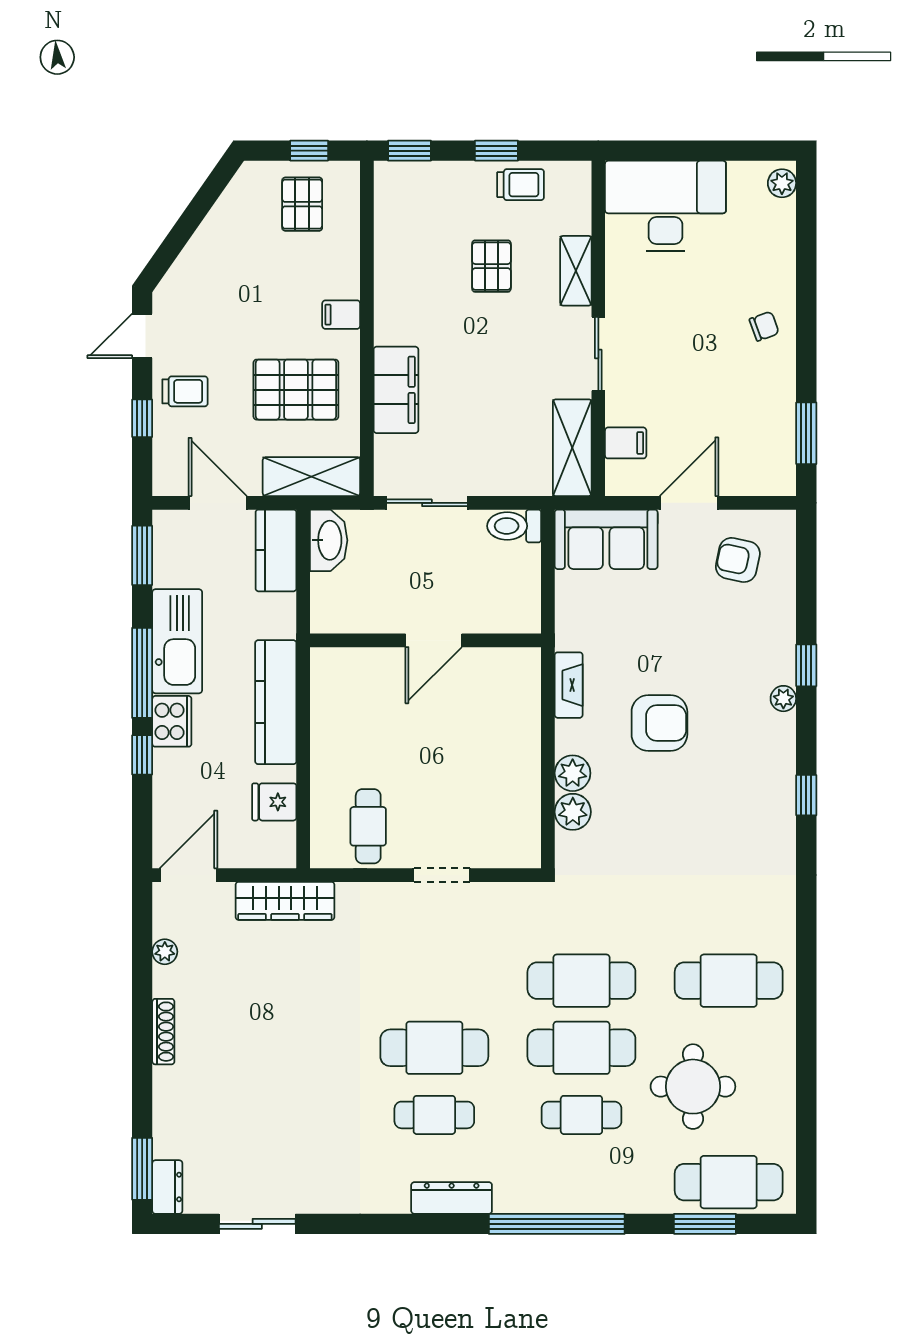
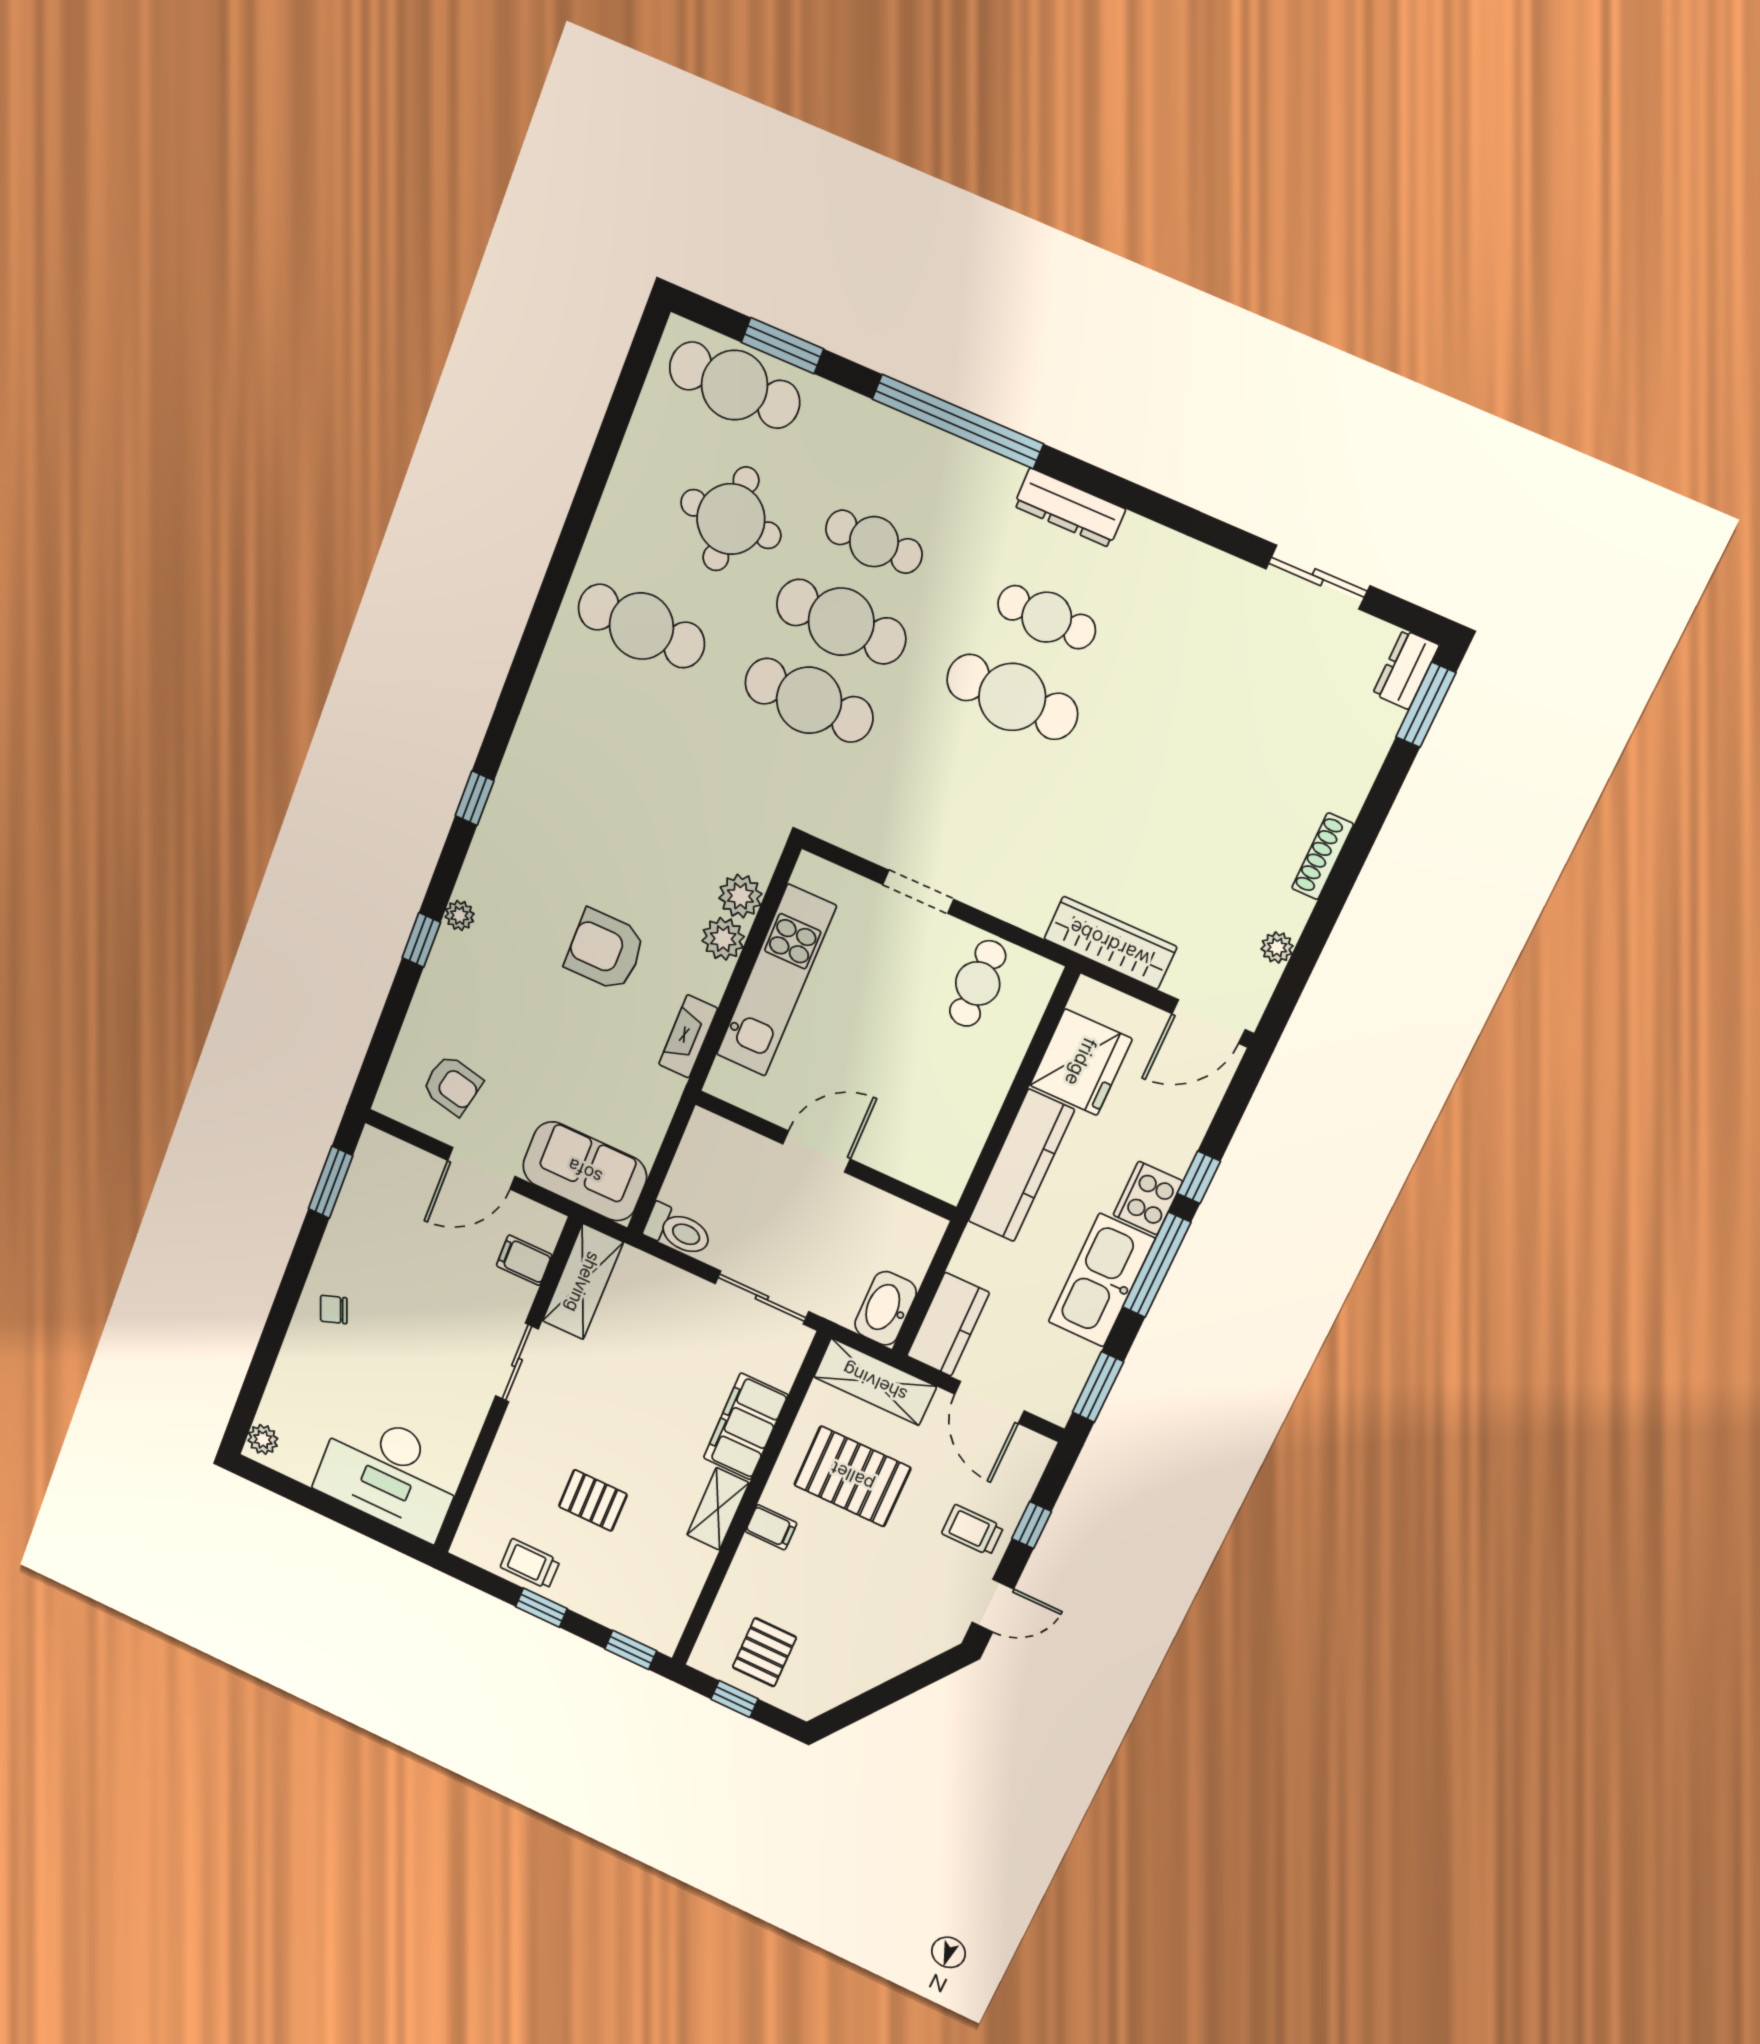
pallet: (491, 266) -> (593, 1500), turned 90
shelving: (576, 271) -> (718, 1509), moved
kitchen unit: (519, 759) -> (776, 981), added
fridge: (274, 802) -> (1081, 1062), width x1.88, depth x1.34

